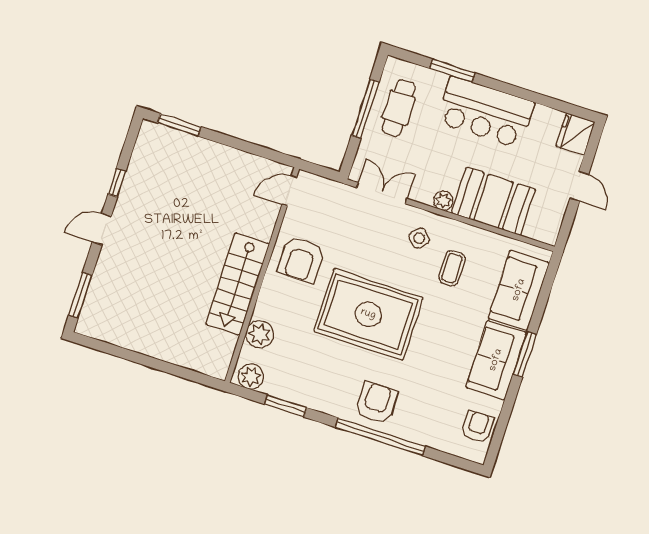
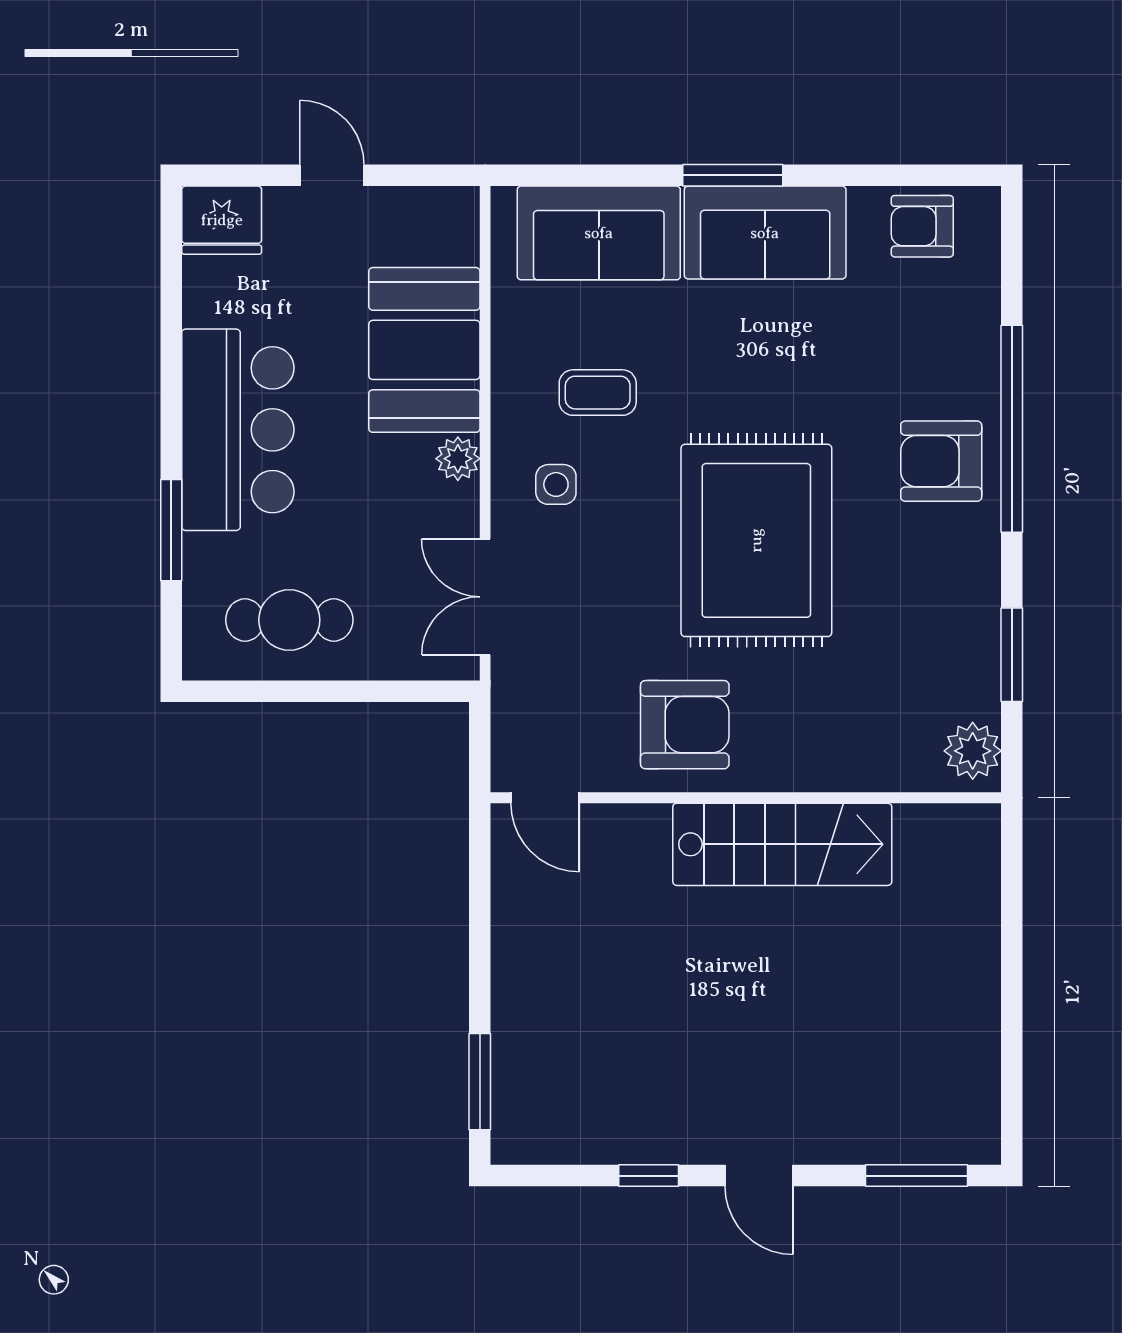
window: (365, 109) -> (314, 691), removed
door: (579, 186) -> (332, 175), hinge flipped
side table: (419, 238) -> (556, 484), turned 45
plant: (260, 334) -> (875, 761), removed

